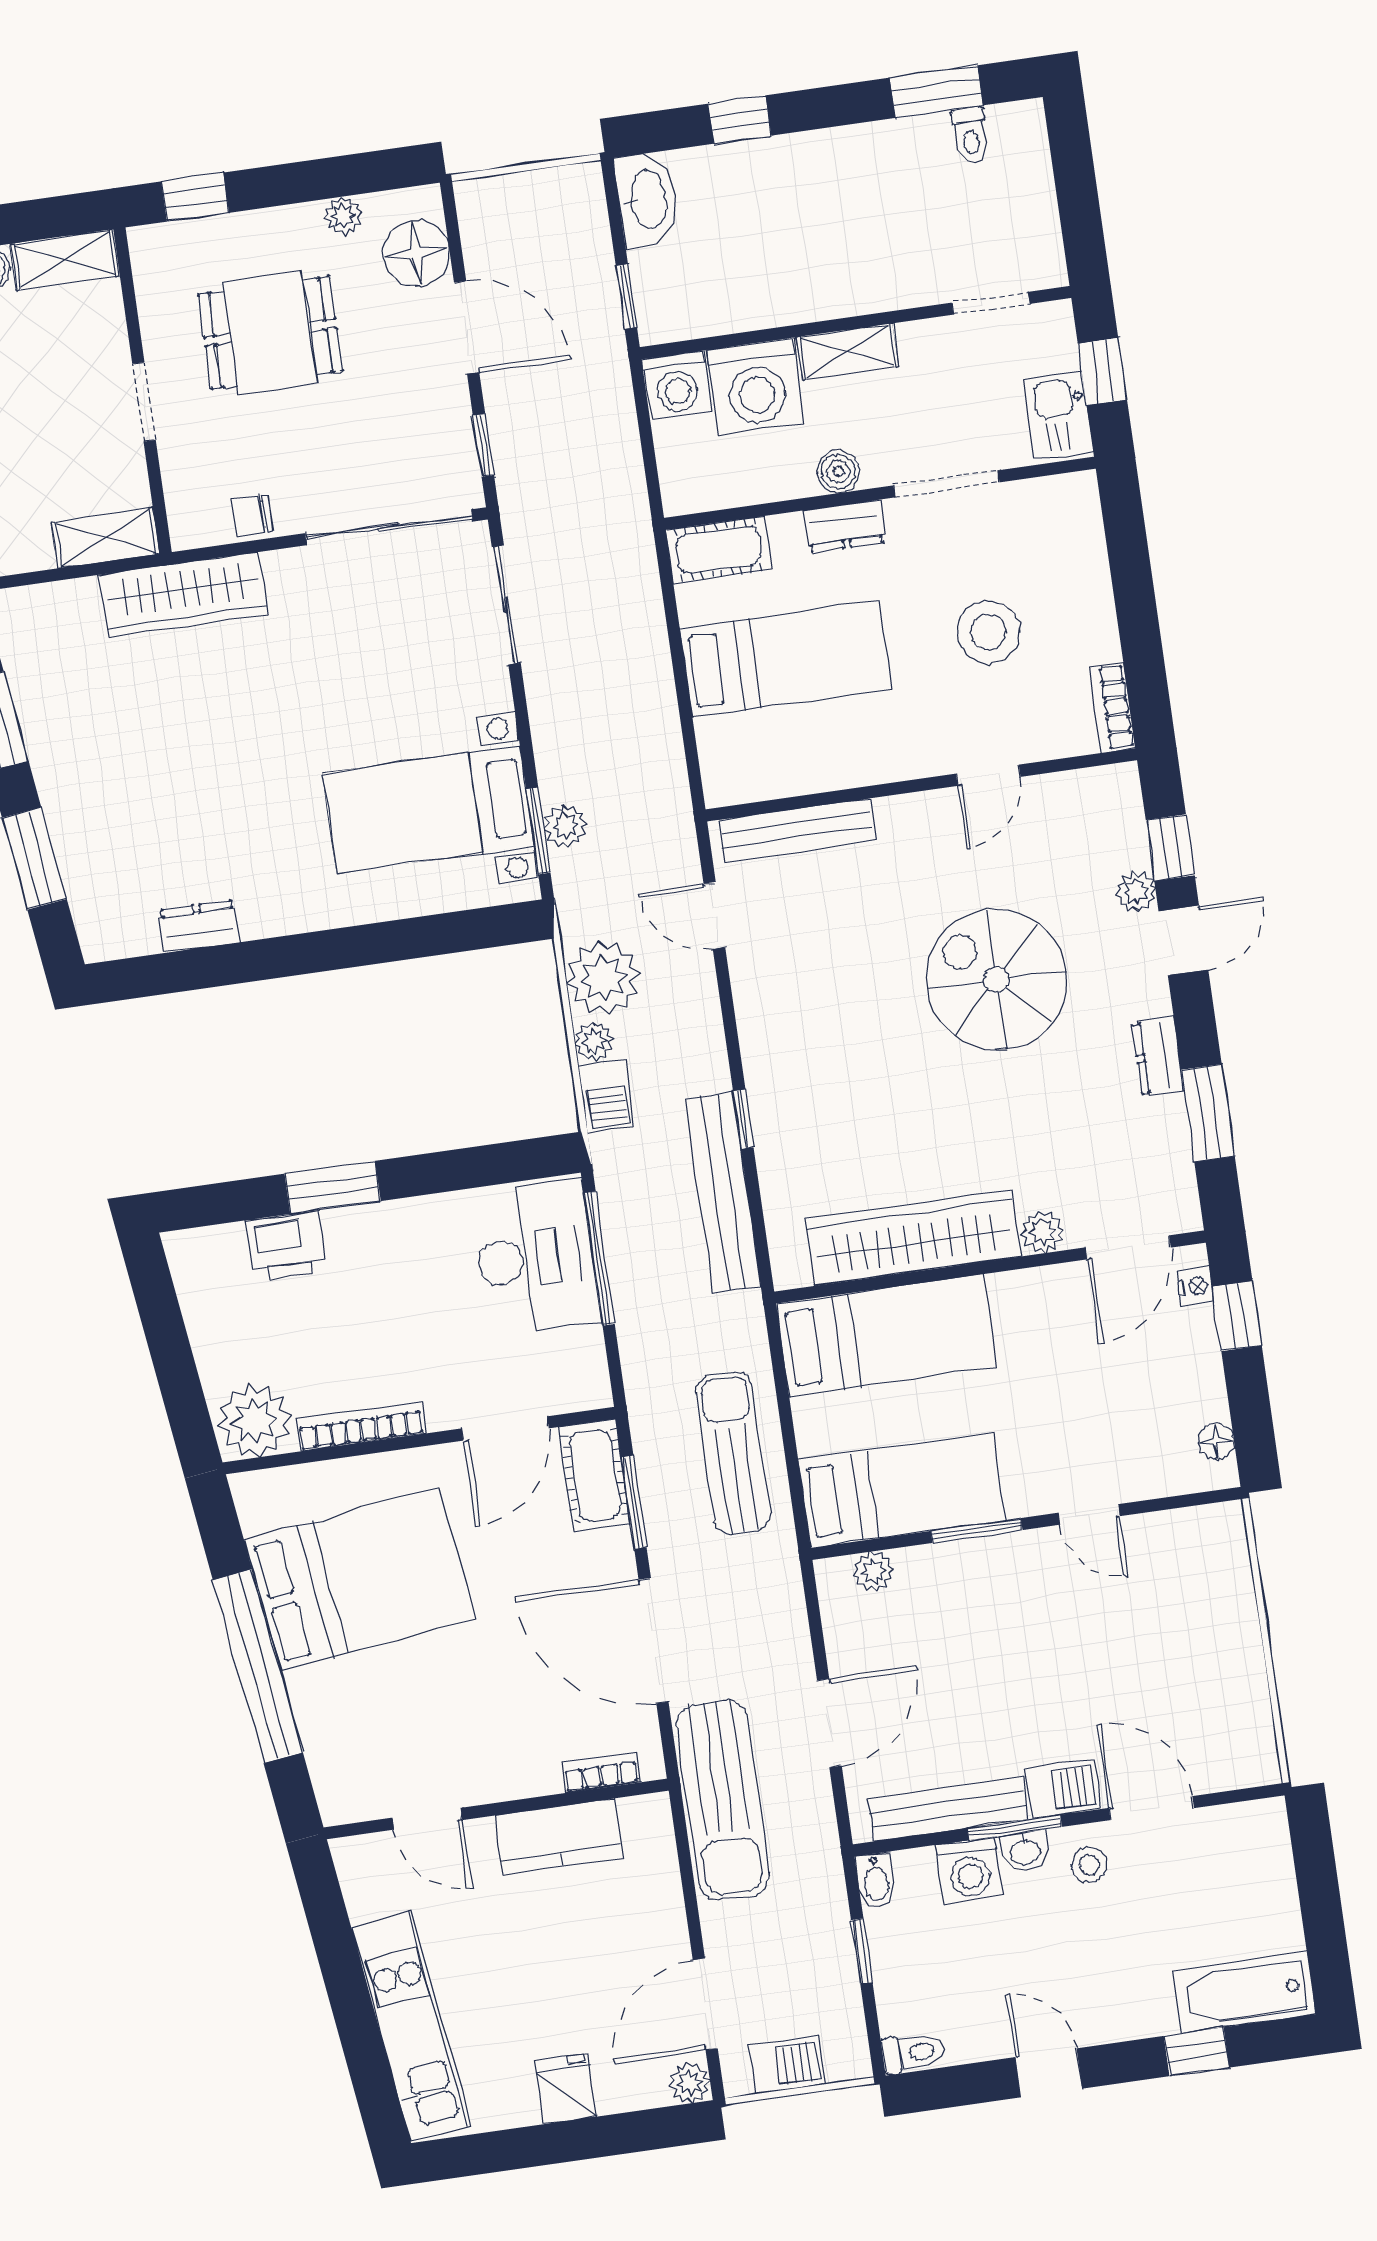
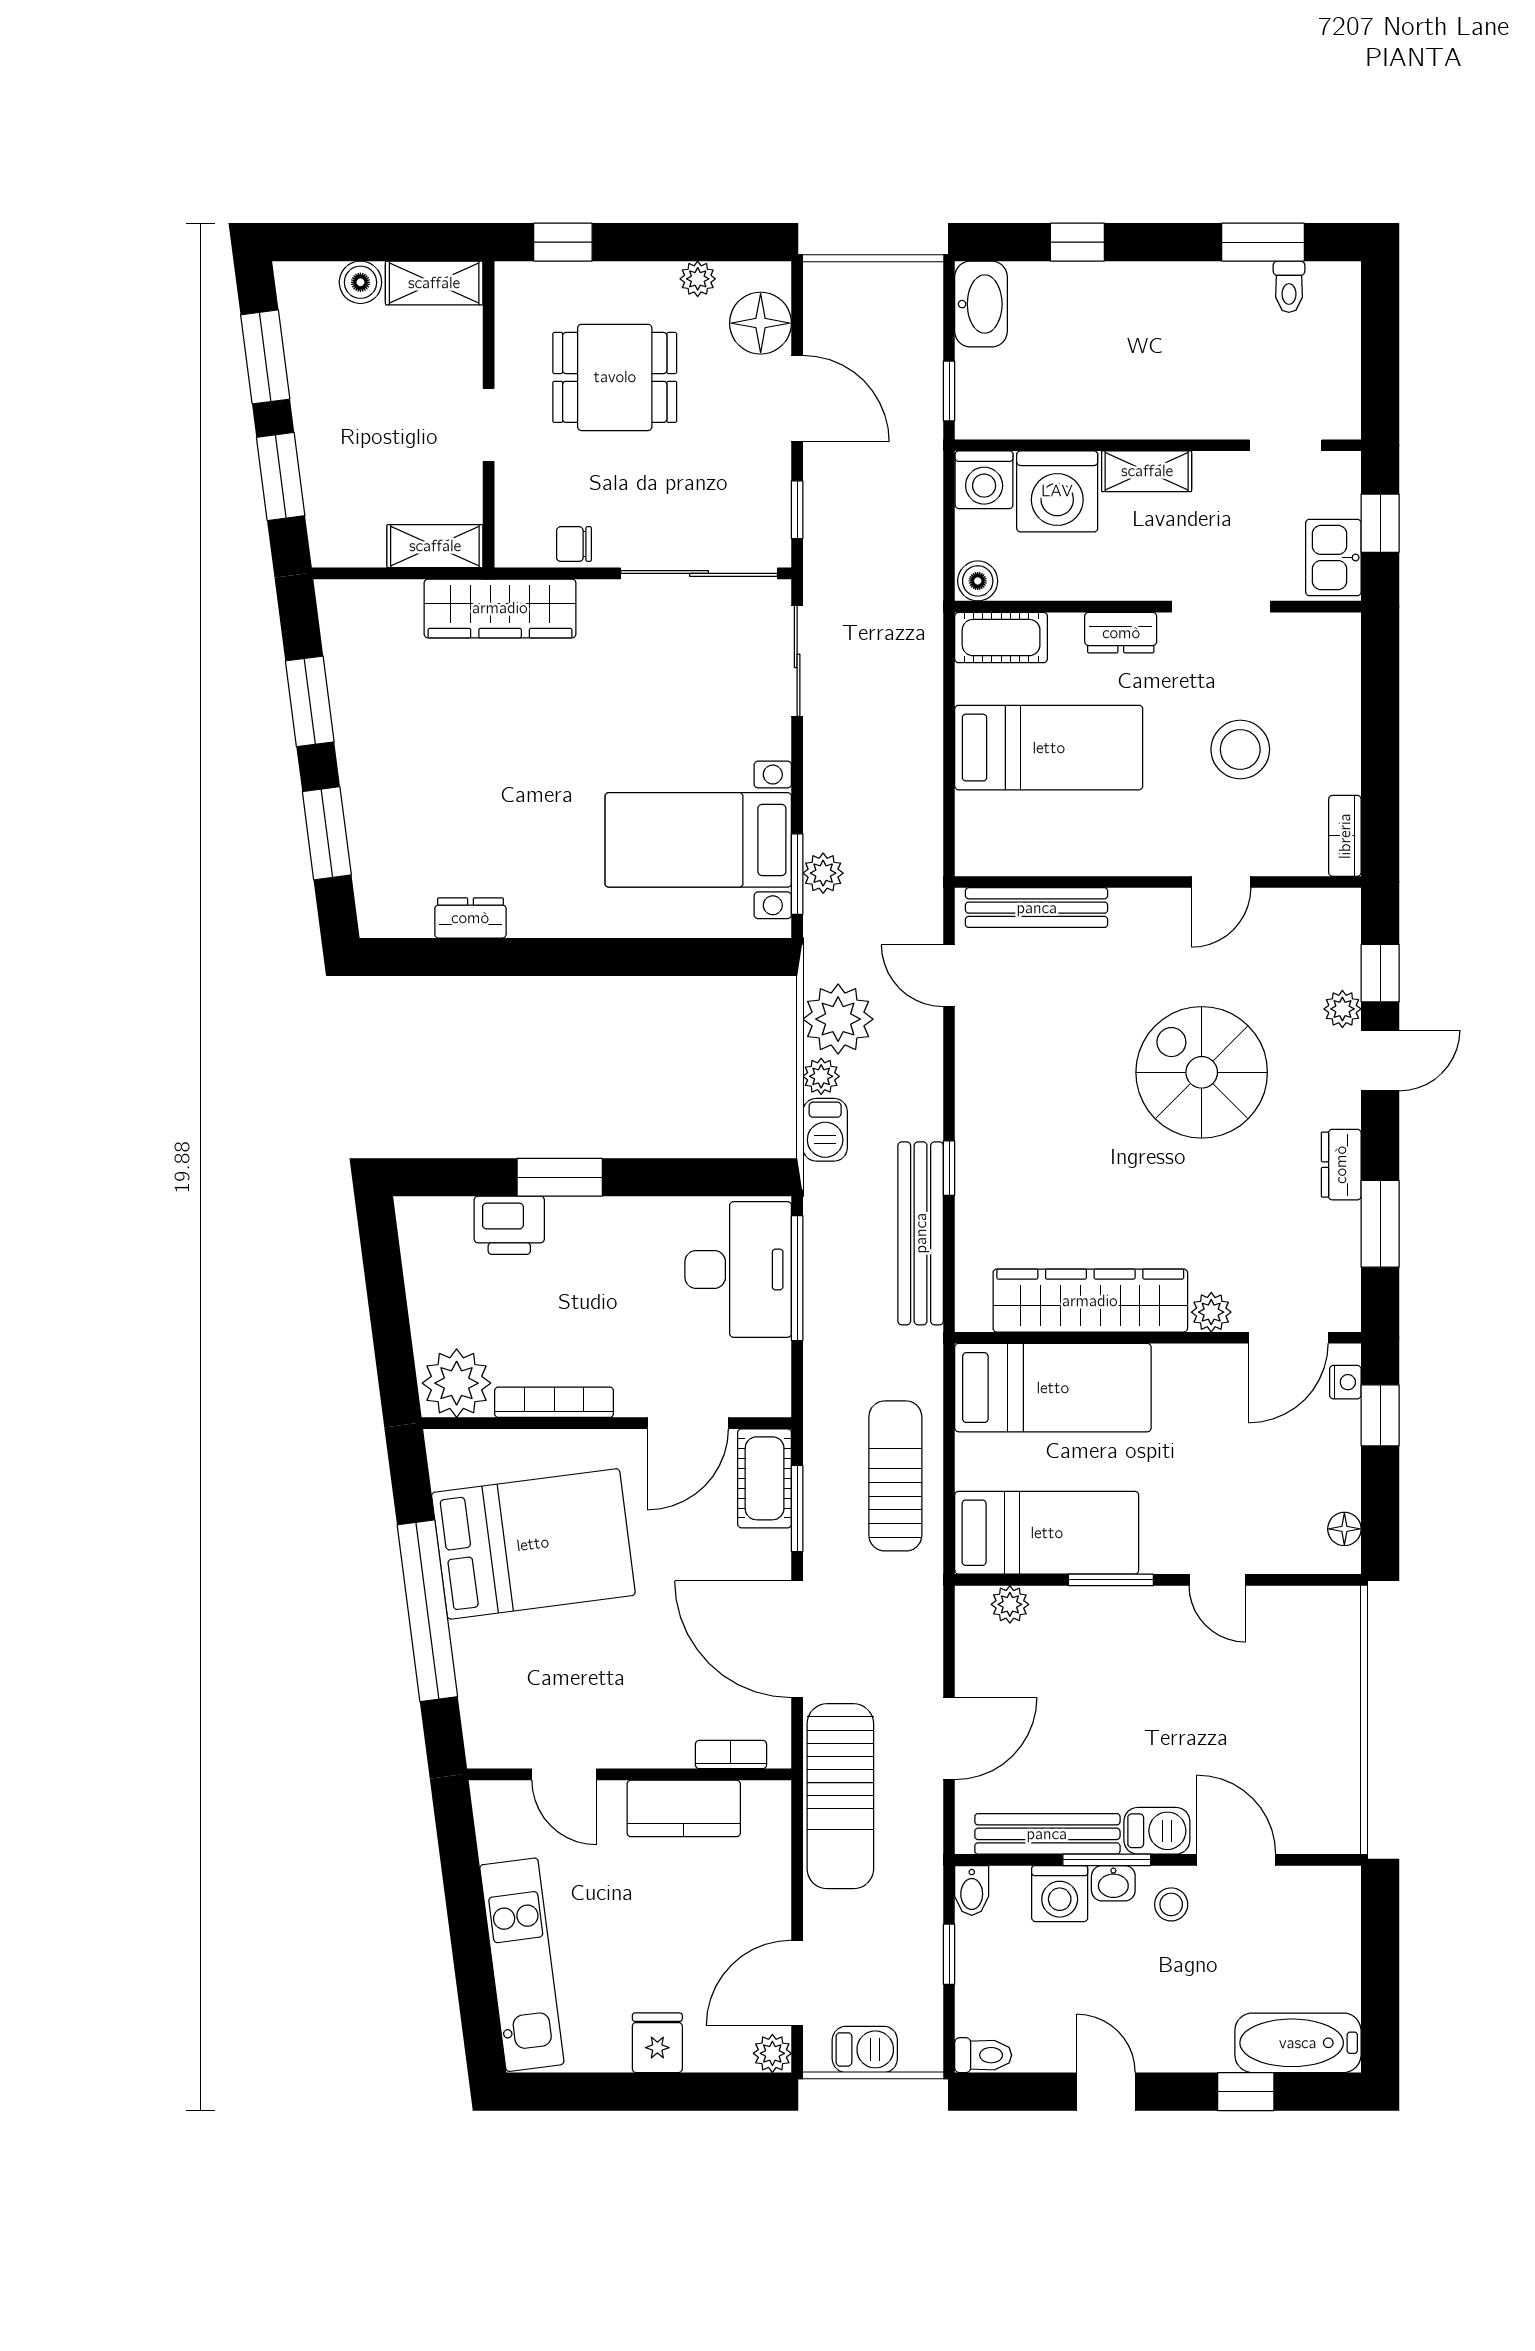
boiler: (838, 471) -> (978, 581), moved

